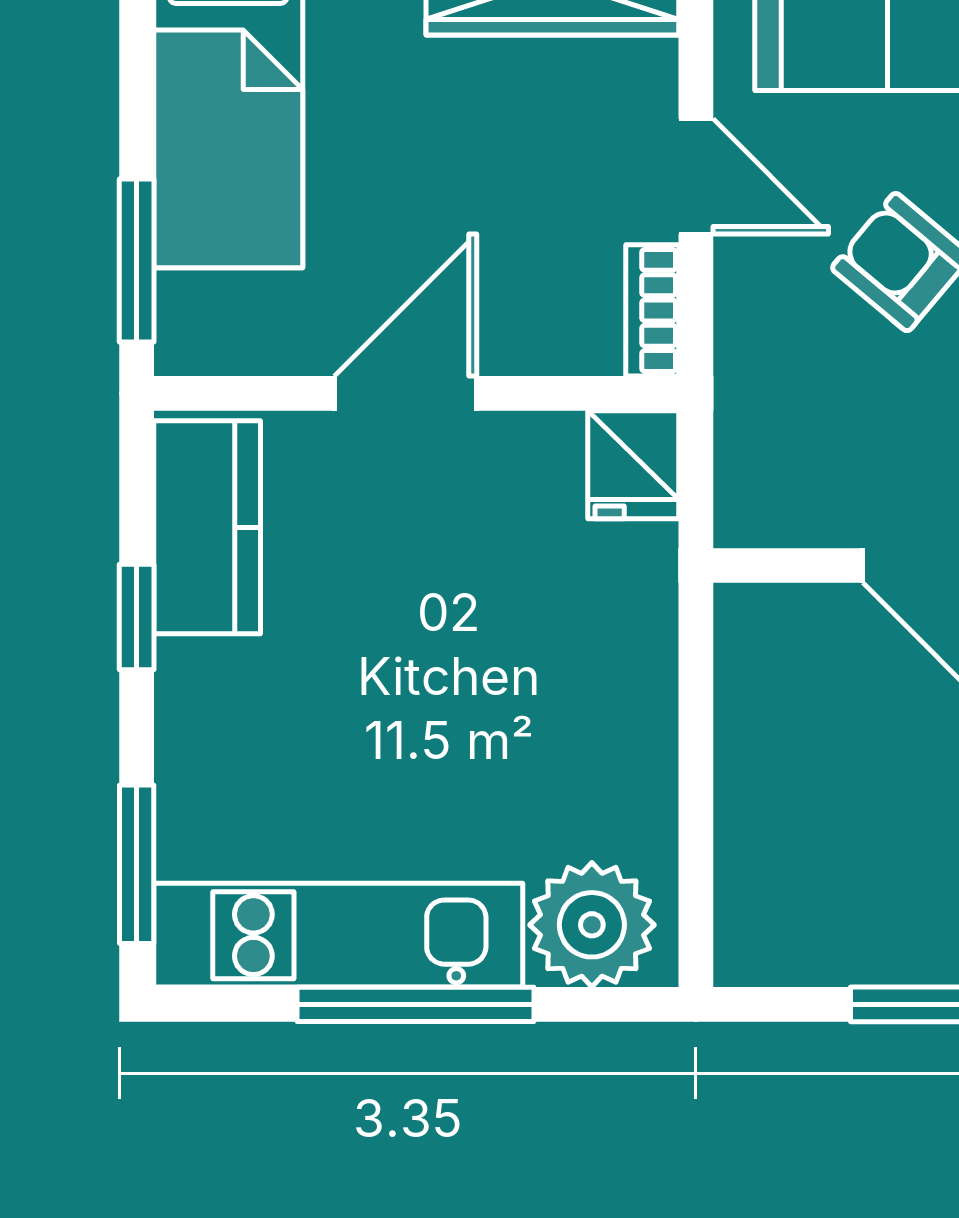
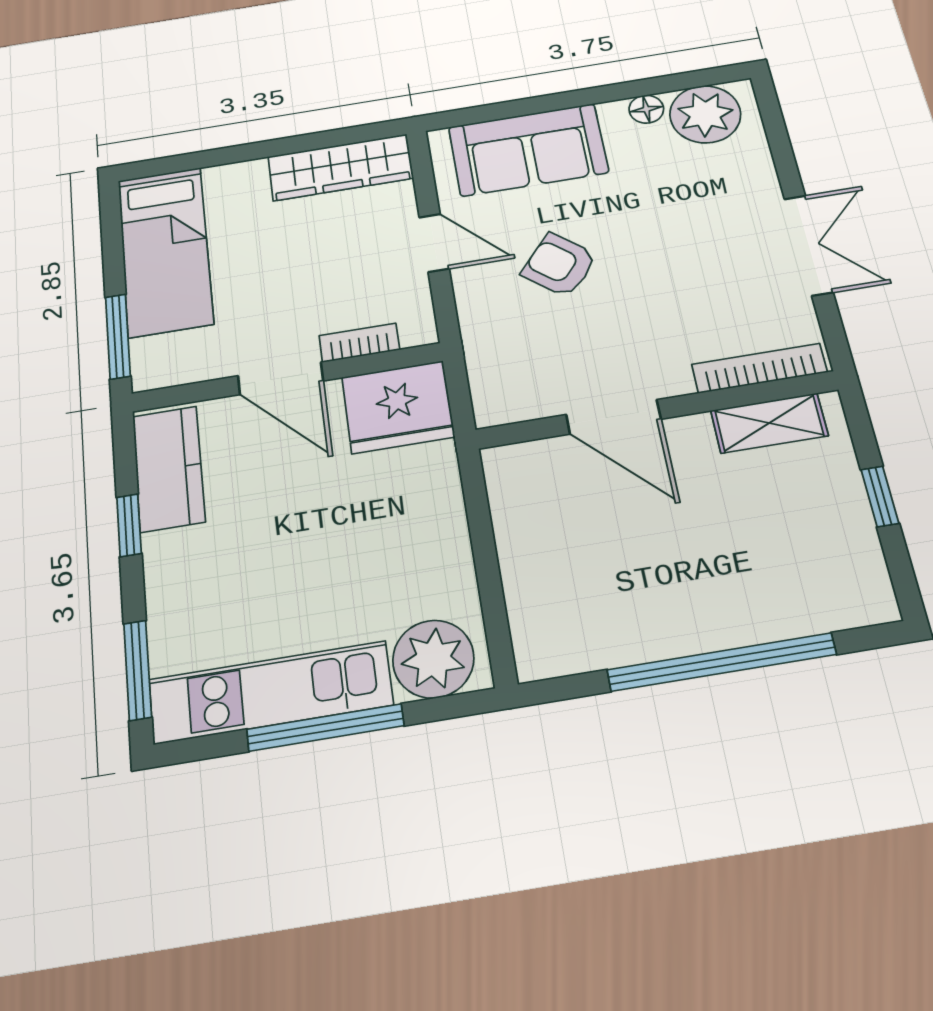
bookcase: (652, 310) -> (359, 343), moved, turned 90
door: (405, 393) -> (281, 378), swing flipped
fridge: (633, 465) -> (398, 407), width x1.88, depth x1.34

